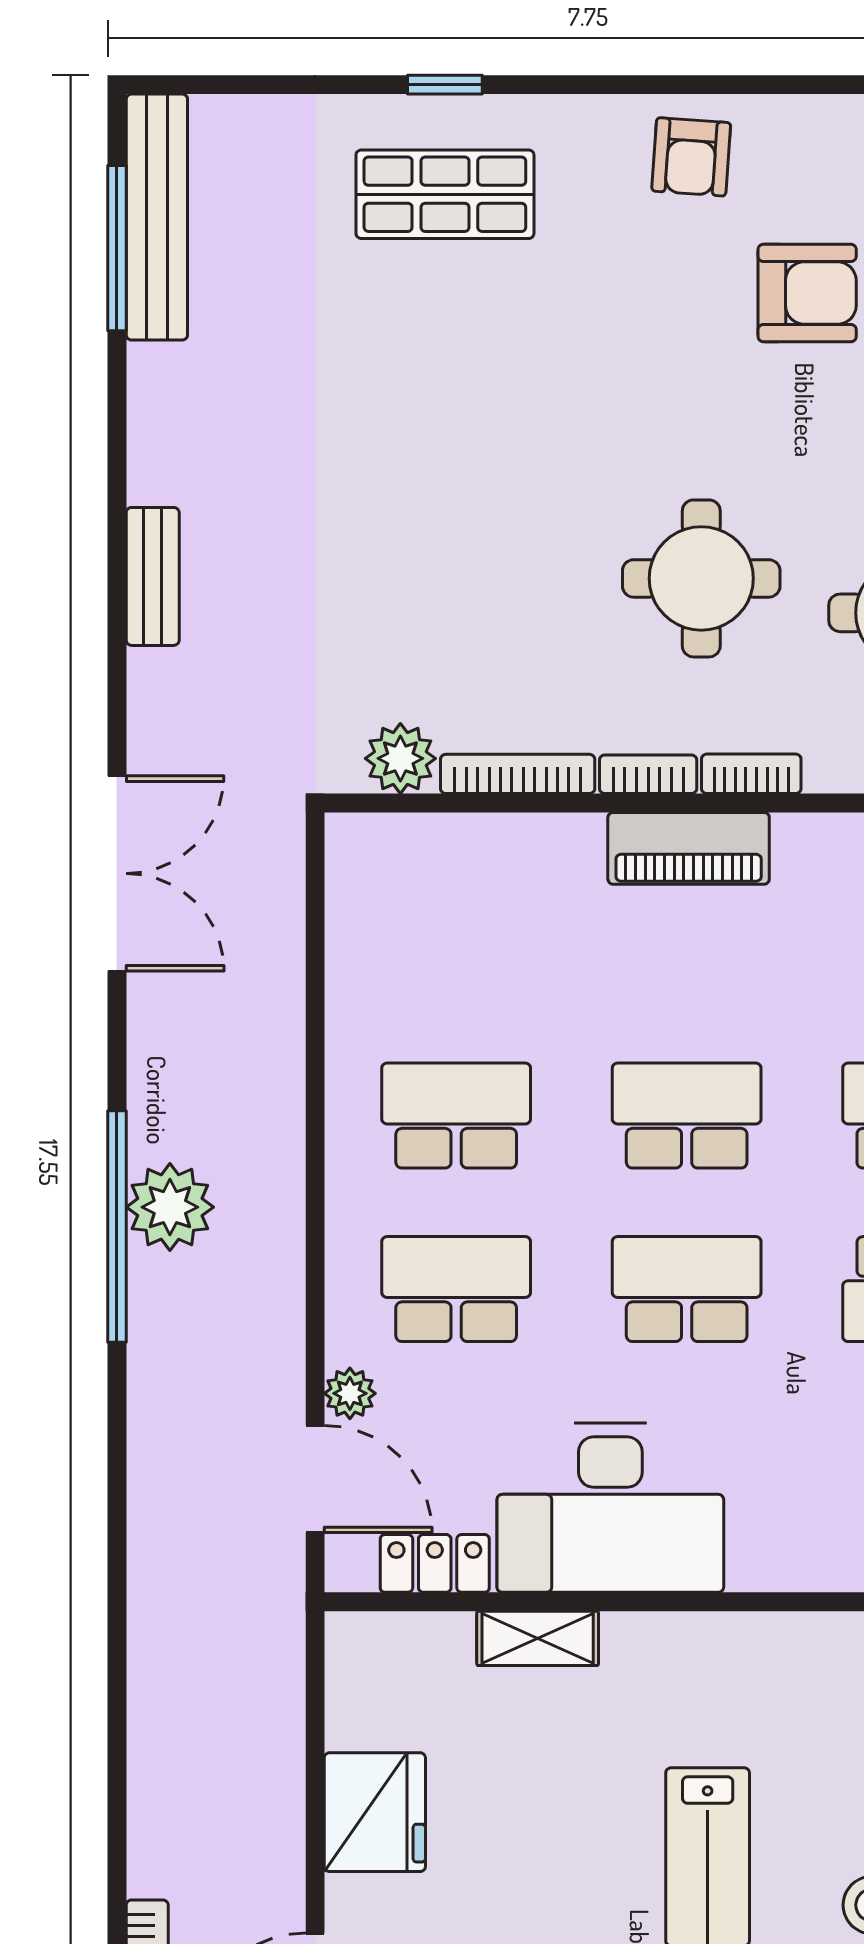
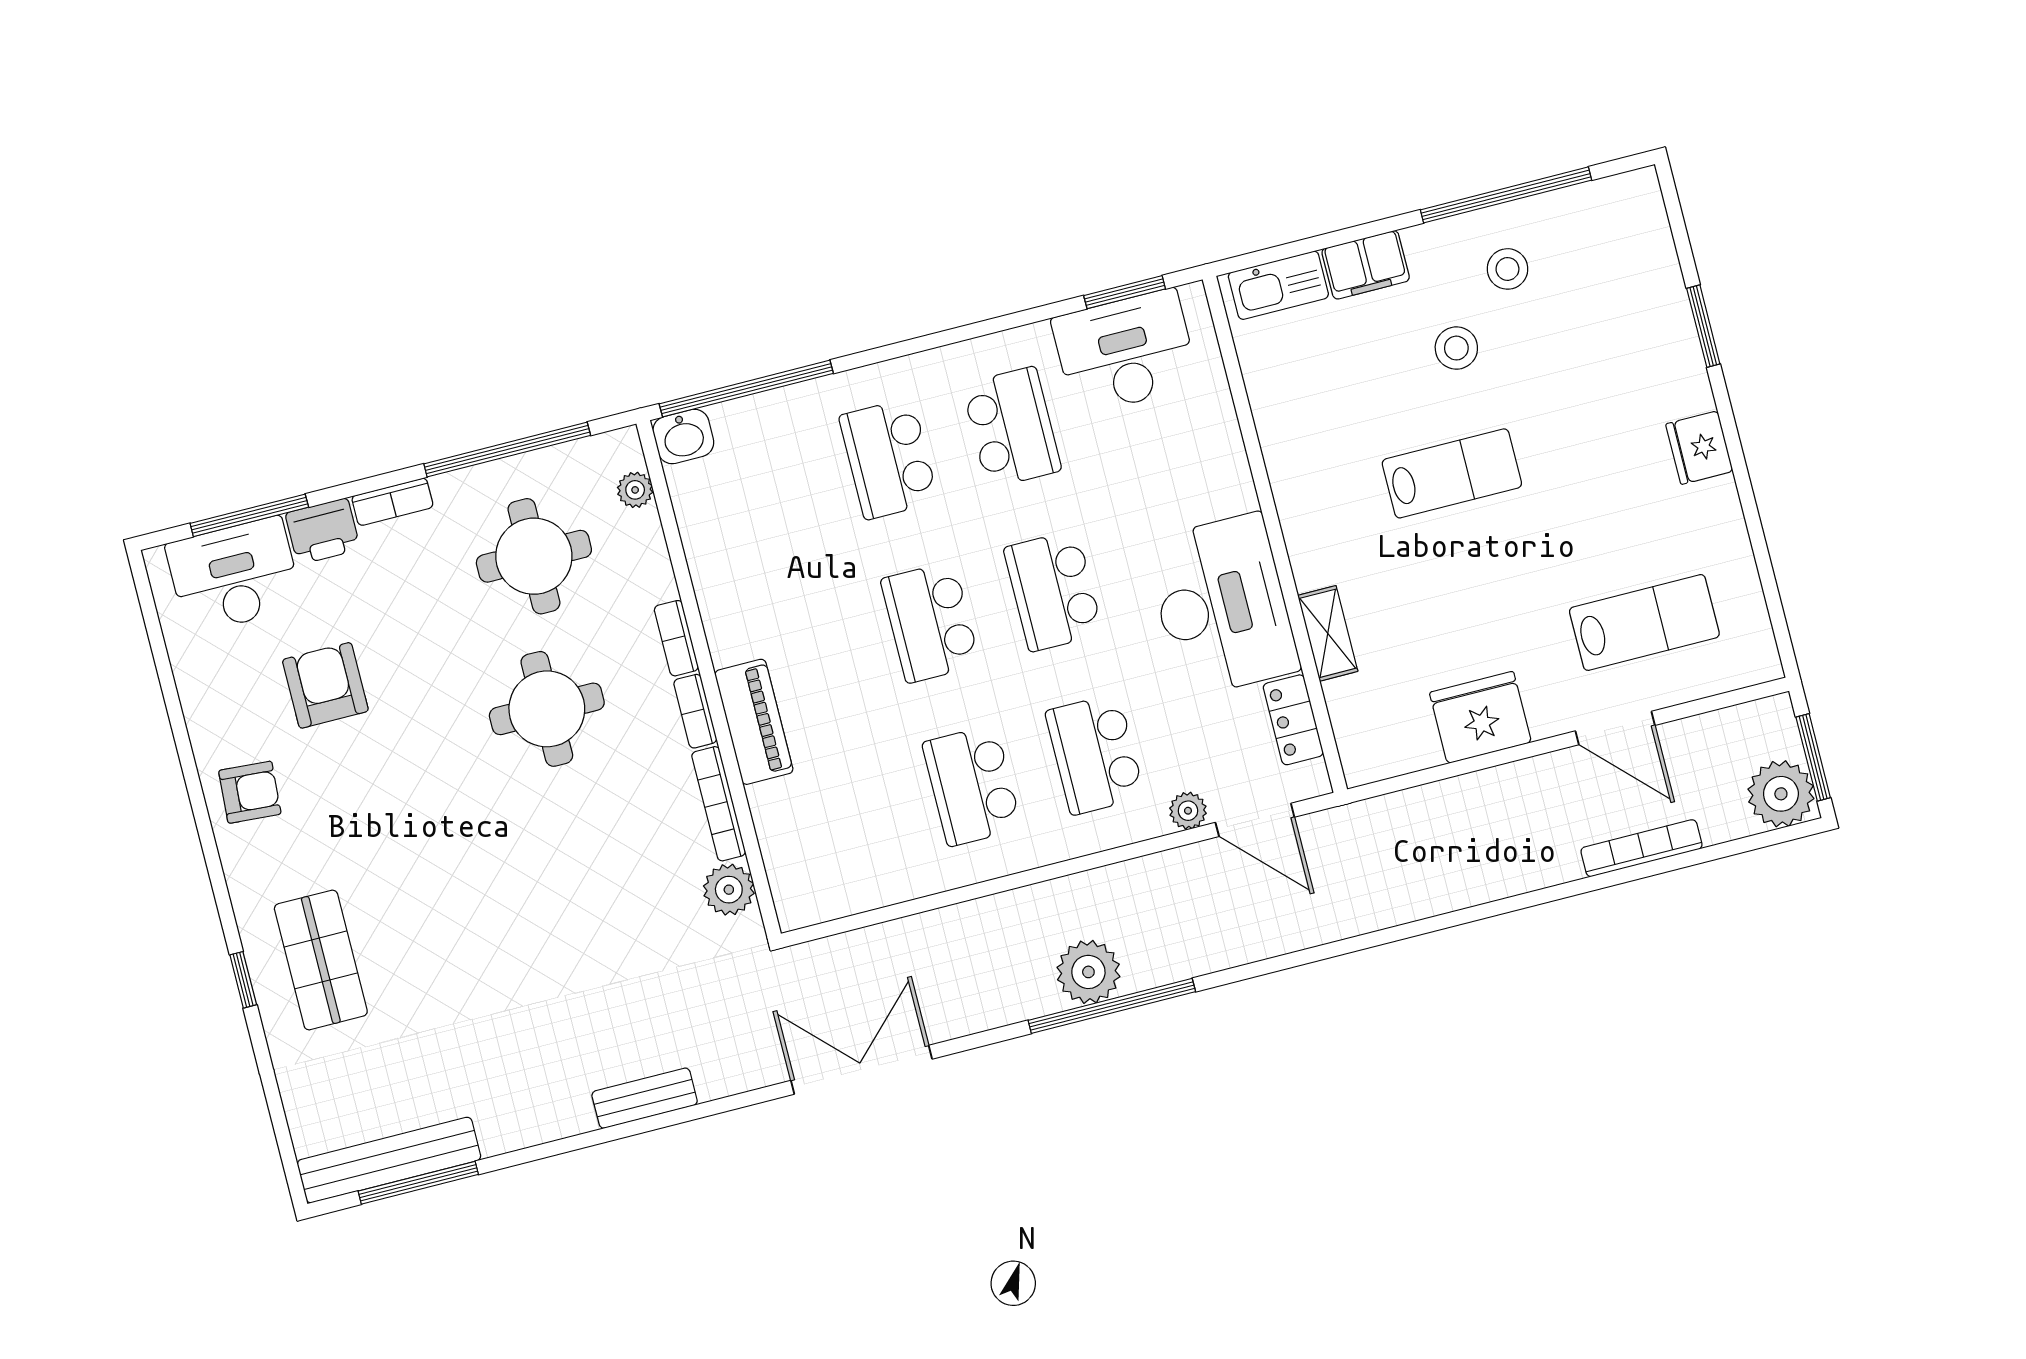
piano: (689, 848) -> (754, 722), moved
door: (315, 1479) -> (1255, 820), swing flipped

